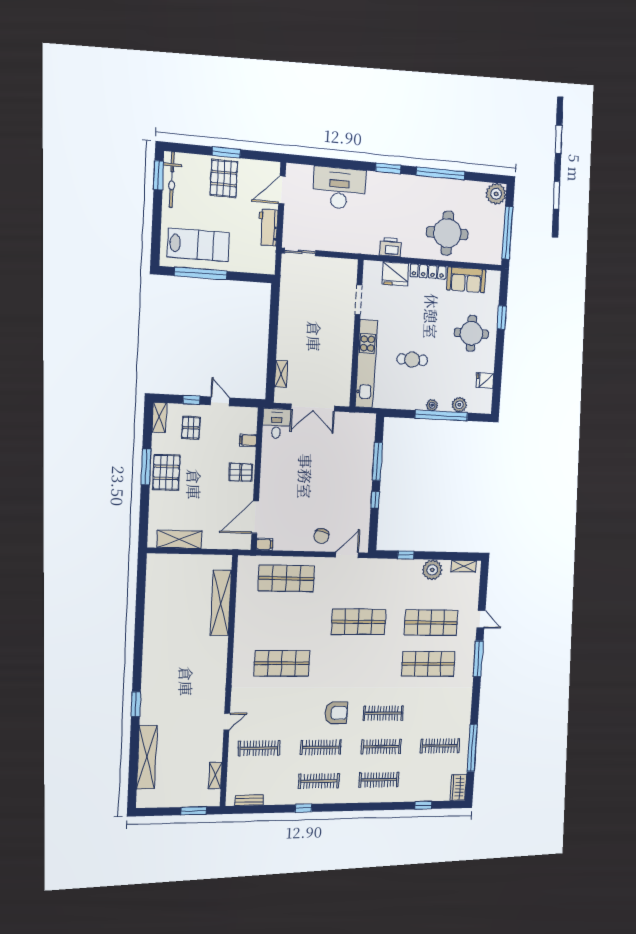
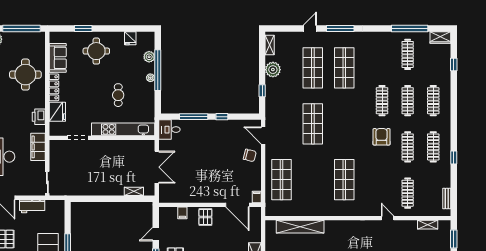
filing cabinet: (350, 243) -> (38, 147), added
desk: (276, 423) -> (169, 130), moved

